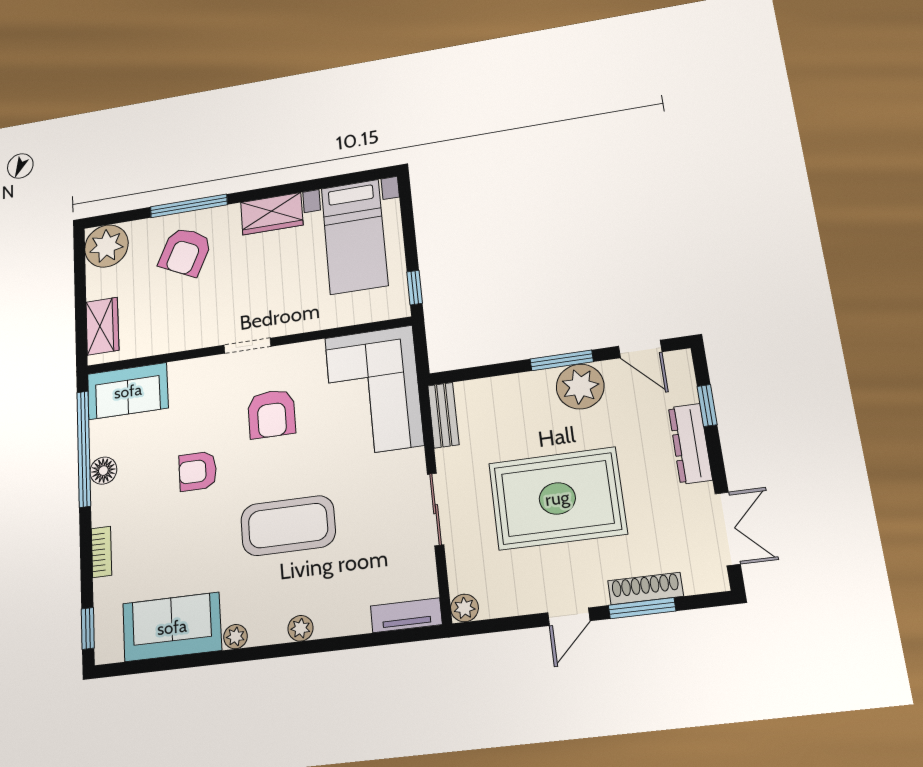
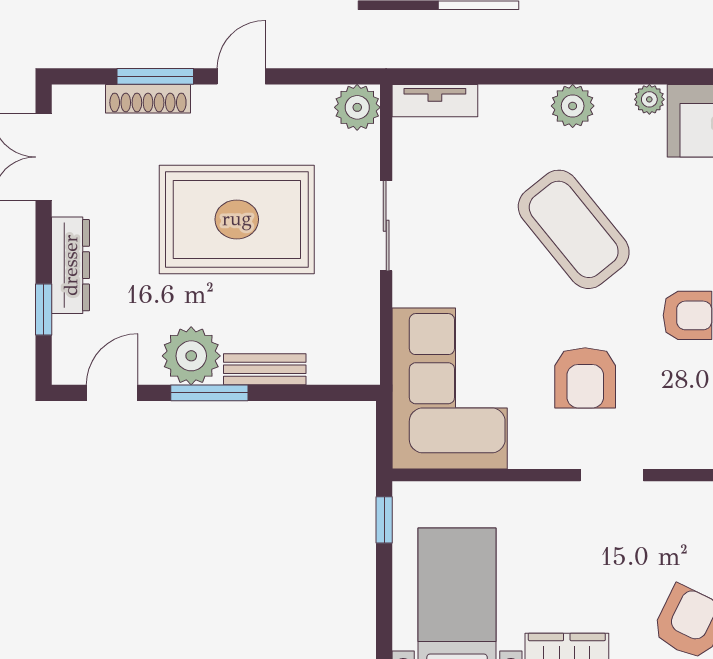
door: (640, 349) -> (112, 393), hinge flipped
armchair: (272, 414) -> (585, 378), turned 180
bench: (443, 415) -> (265, 369), moved, turned 90
coffee table: (288, 526) -> (574, 229), turned 51
plant: (464, 608) -> (357, 107), width x1.38, depth x1.38
plant: (300, 628) -> (573, 106), width x1.38, depth x1.38

